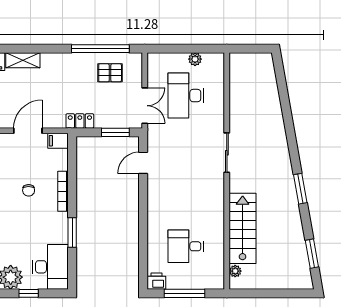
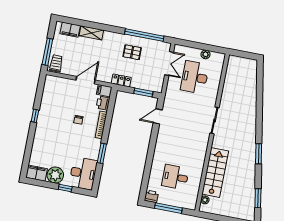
pallet: (110, 73) -> (132, 52), moved
double door: (145, 106) -> (169, 64), moved
printer: (60, 159) -> (103, 103), added

